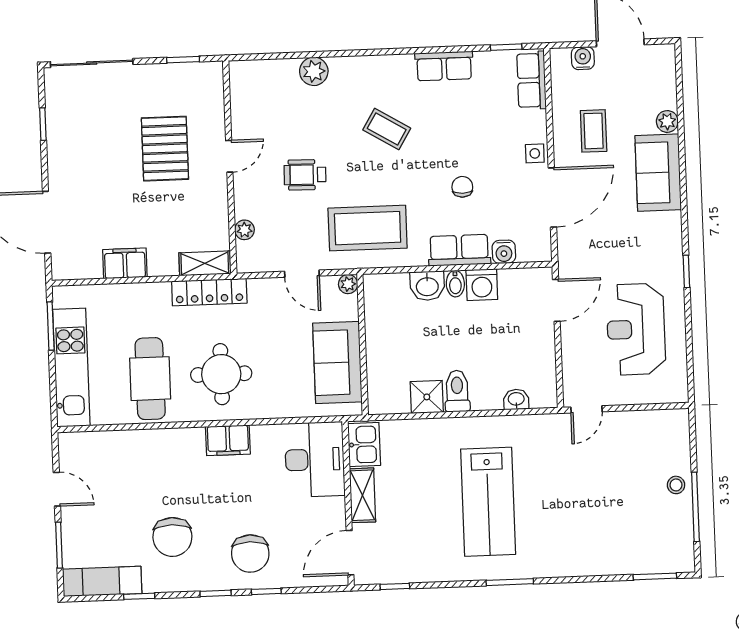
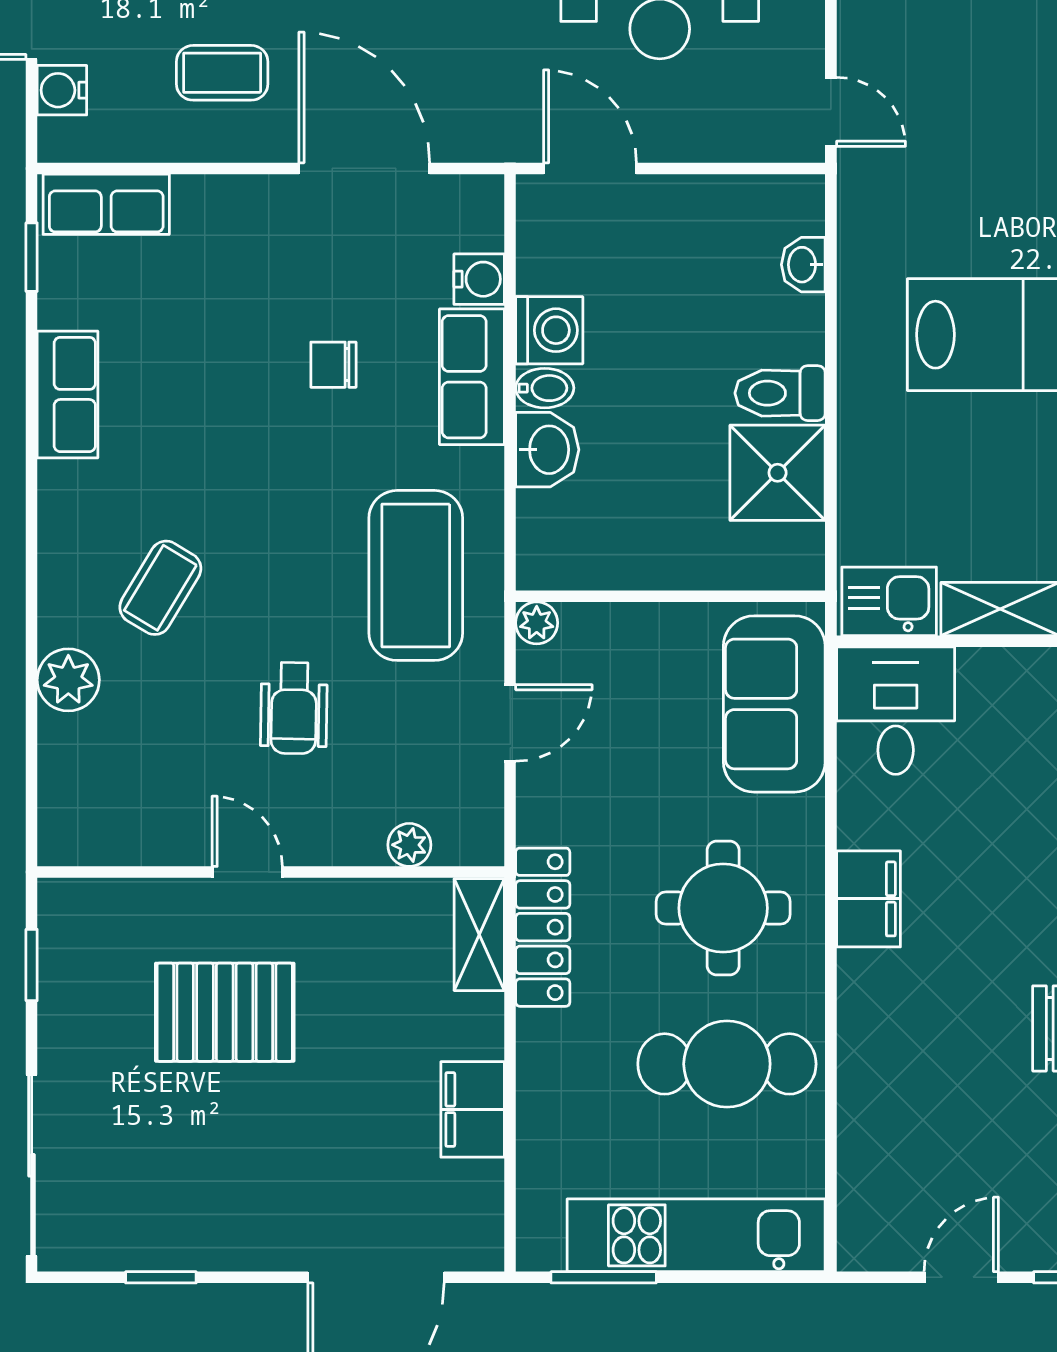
coffee table: (387, 129) -> (160, 588), moved
side table: (535, 153) -> (267, 203), removed
sofa: (337, 362) -> (774, 704), moved, turned 90
shower: (427, 397) -> (778, 473), width x1.36, depth x1.36
desk: (315, 459) -> (896, 711), width x0.73

